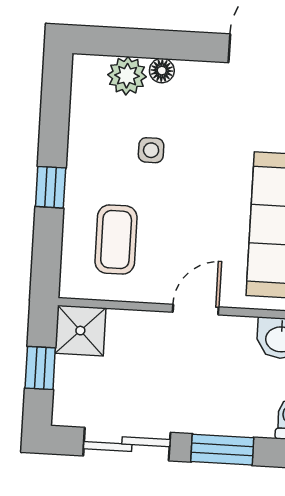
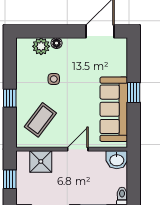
coffee table: (116, 240) -> (40, 120), turned 37
shower: (80, 331) -> (41, 161), moved

